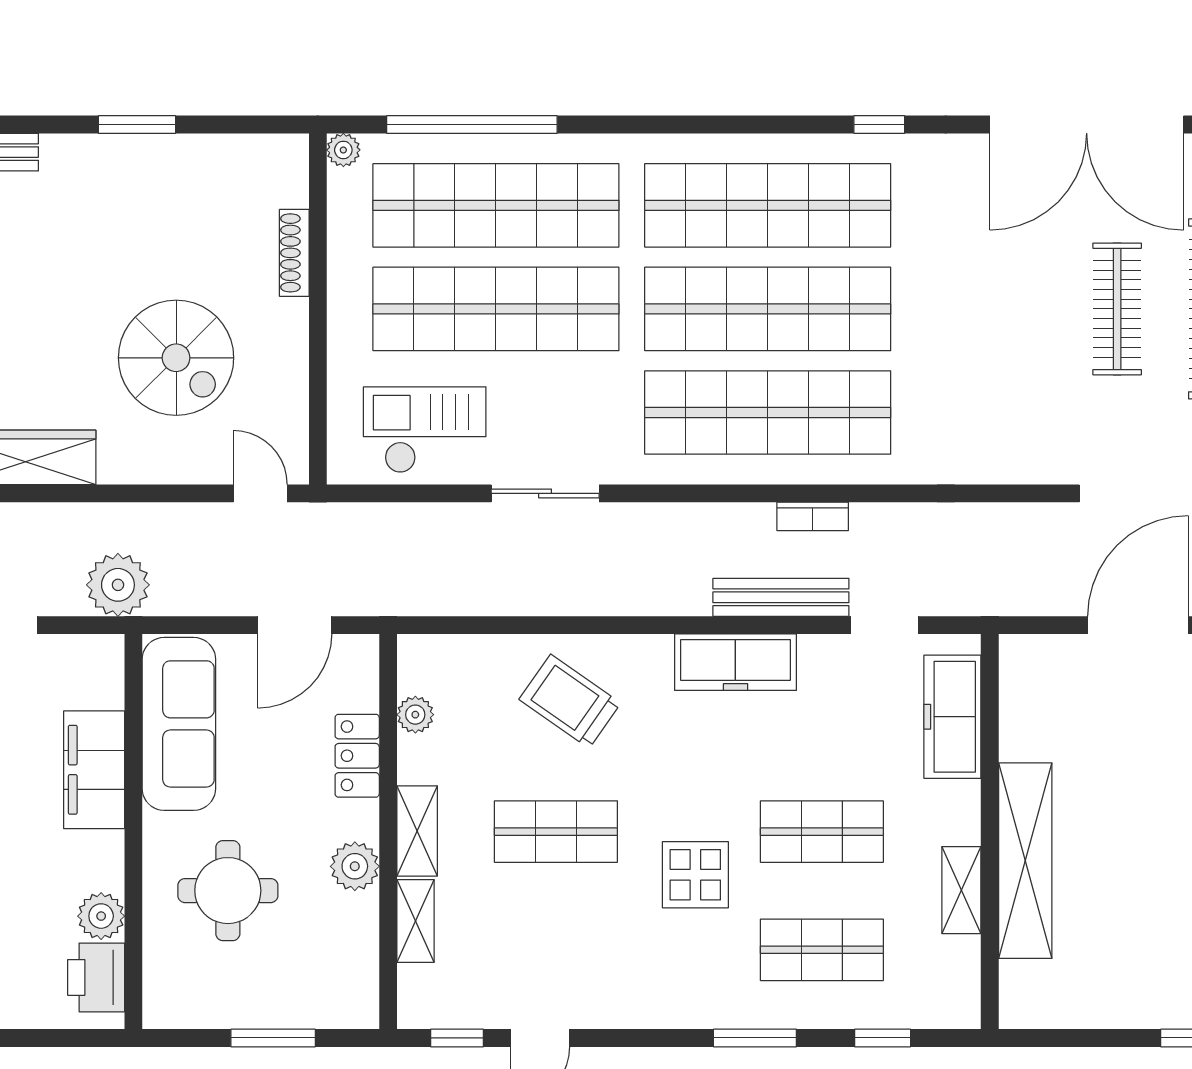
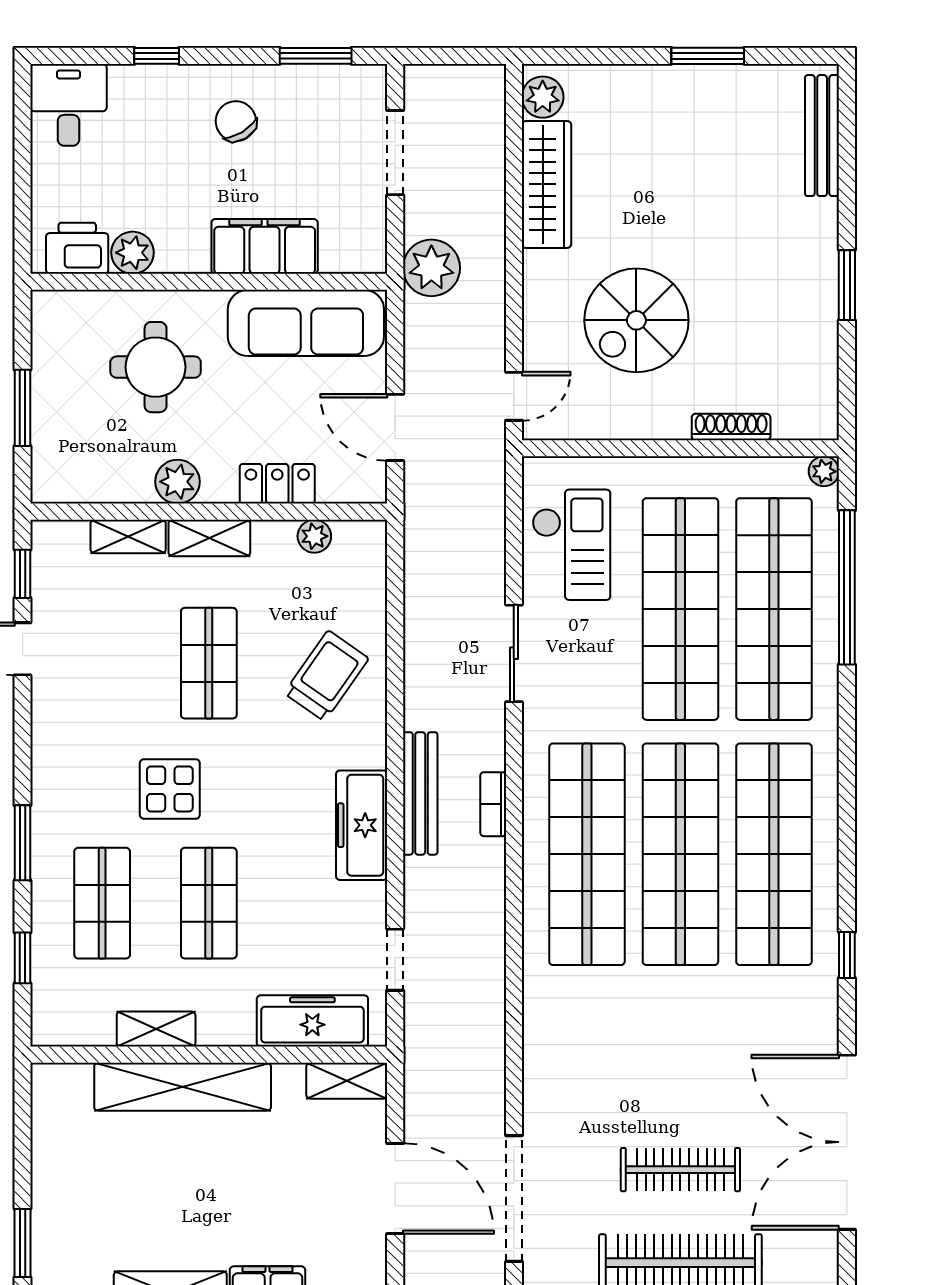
bookcase: (813, 516) -> (493, 804), moved
bench: (781, 597) -> (420, 793), moved
shelving: (1019, 679) -> (347, 1081), added

